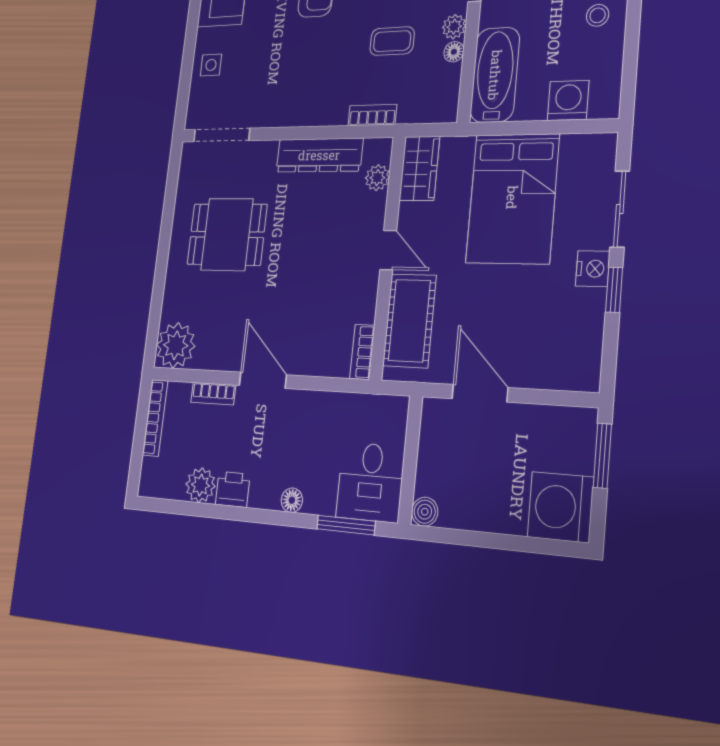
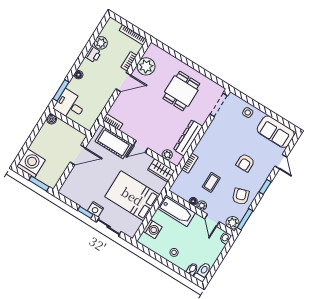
plant: (176, 345) -> (146, 66), moved

